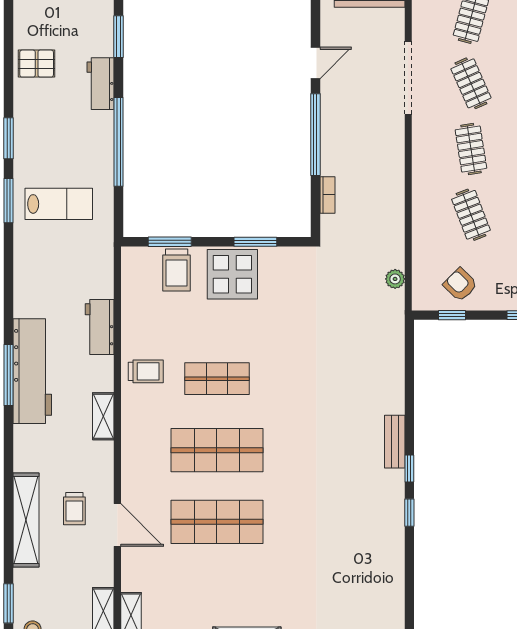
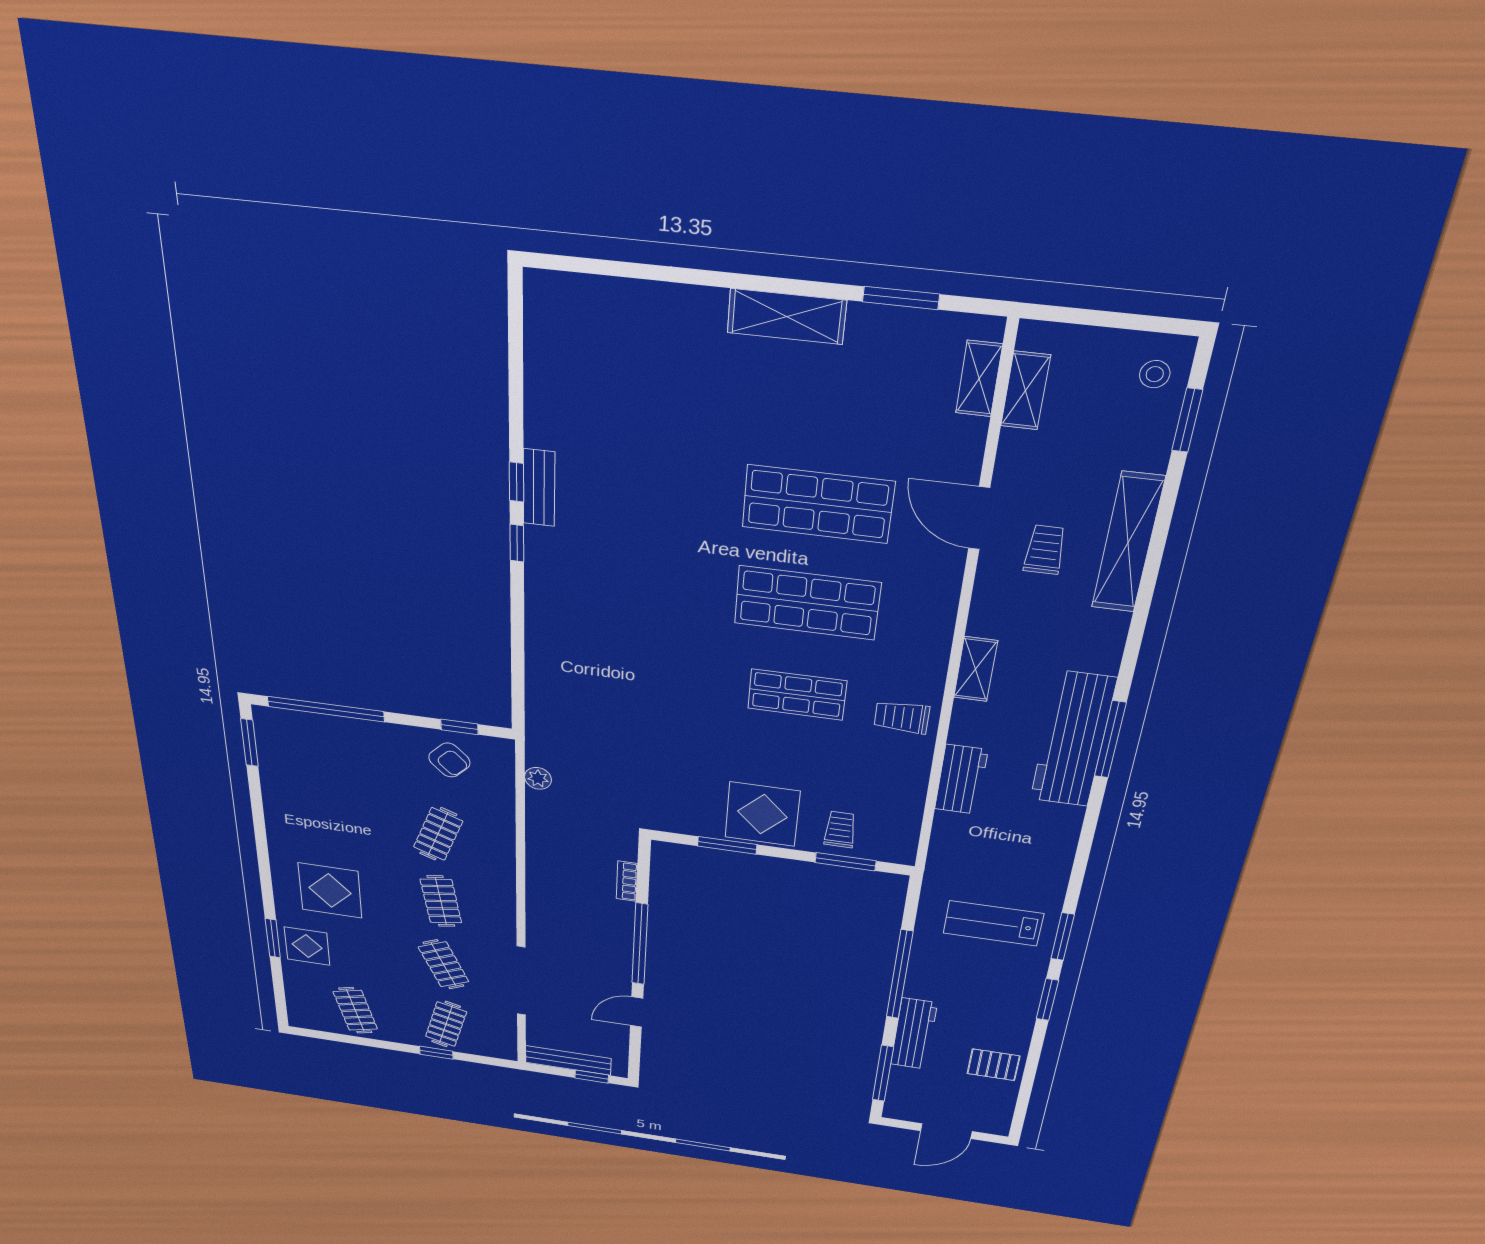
window: (118, 37) -> (883, 1073), width x1.44
workbench: (100, 84) -> (914, 1034), width x1.38
clothes rail: (471, 215) -> (438, 834), turned 42
trolley: (177, 270) -> (840, 829), width x0.73, depth x0.72
bench: (395, 442) -> (539, 488), moved

